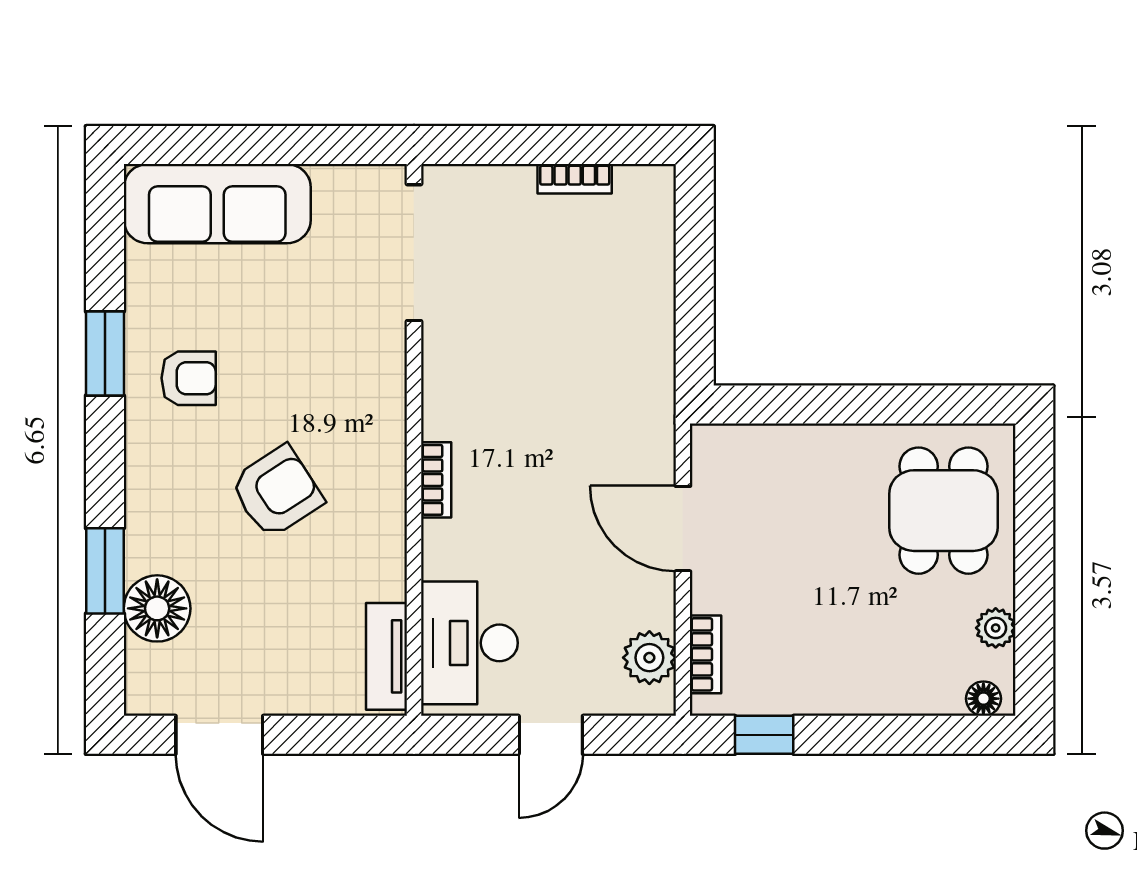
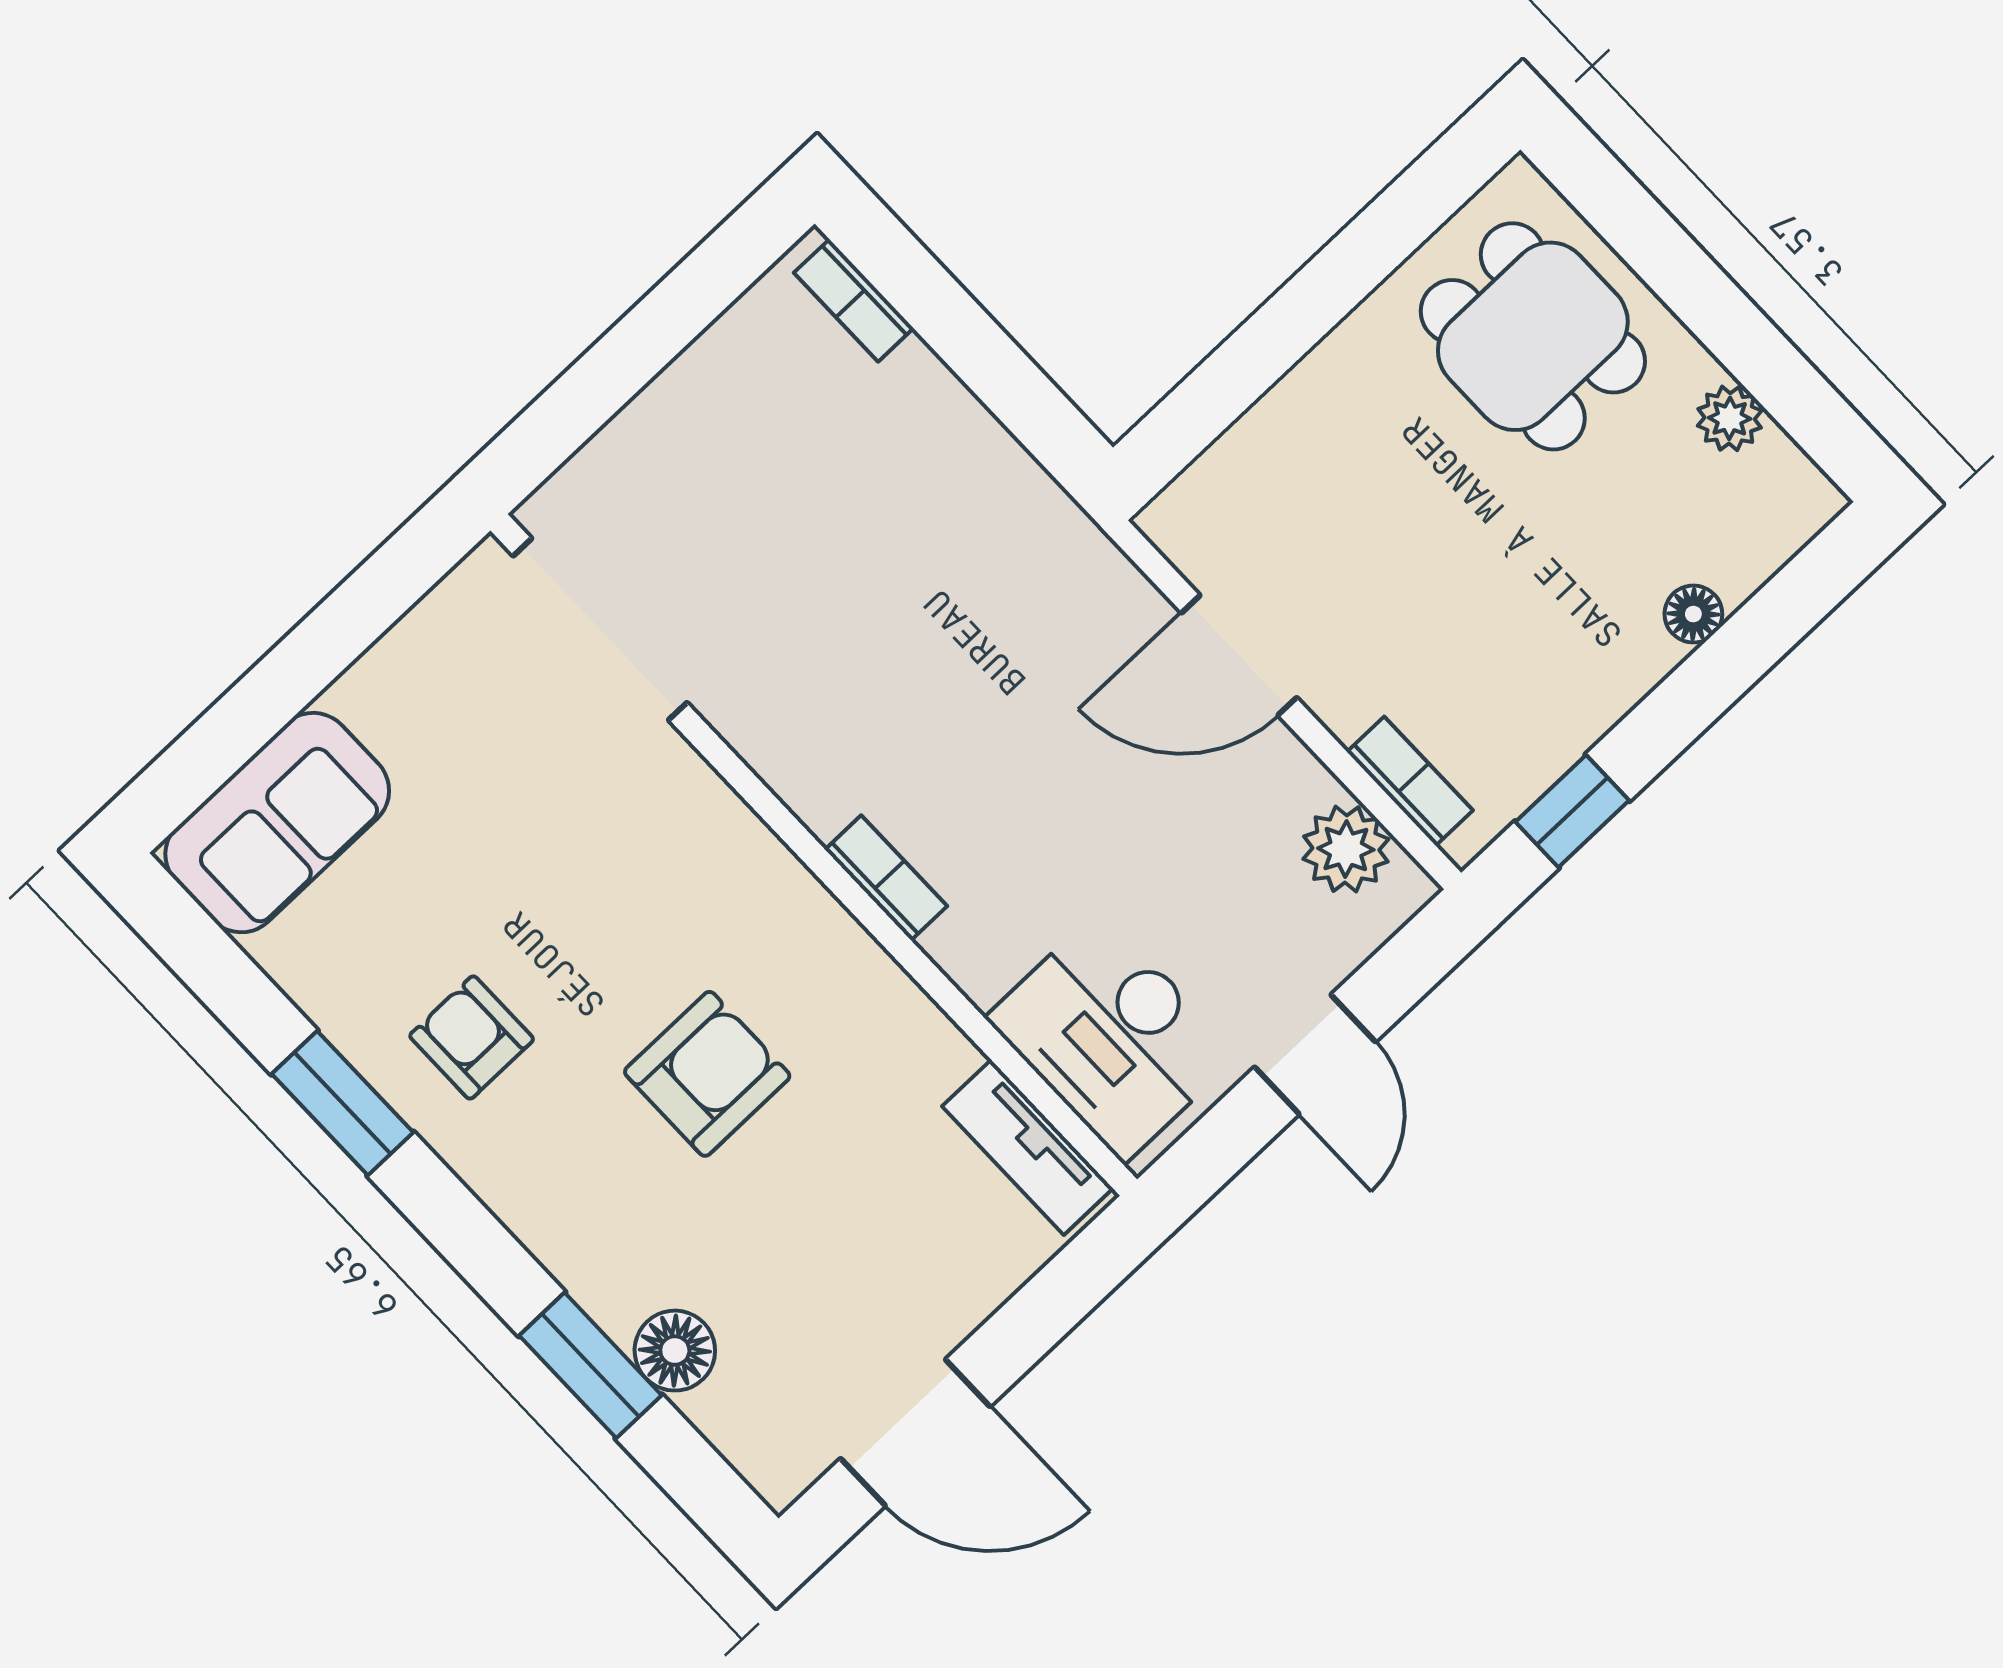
bookcase: (575, 179) -> (854, 300), moved, turned 90
sofa: (217, 204) -> (277, 823), width x0.73
armchair: (189, 378) -> (472, 1038), turned -90
armchair: (277, 492) -> (707, 1074), turned 33
floor lamp: (157, 608) -> (675, 1351), width x0.73, depth x0.73
floor lamp: (983, 699) -> (1693, 614), moved

